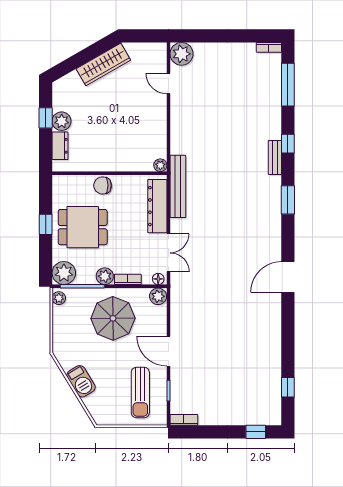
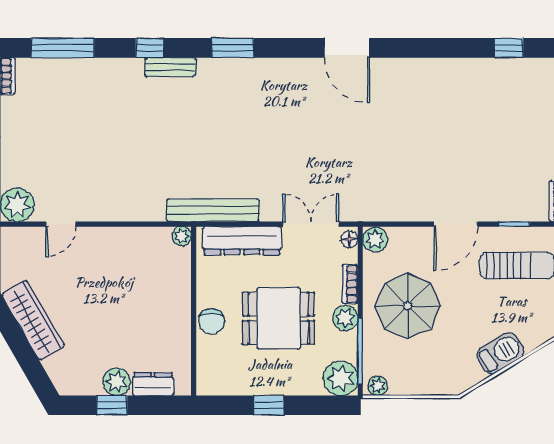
dining table: (83, 227) -> (278, 318), moved, turned 90

